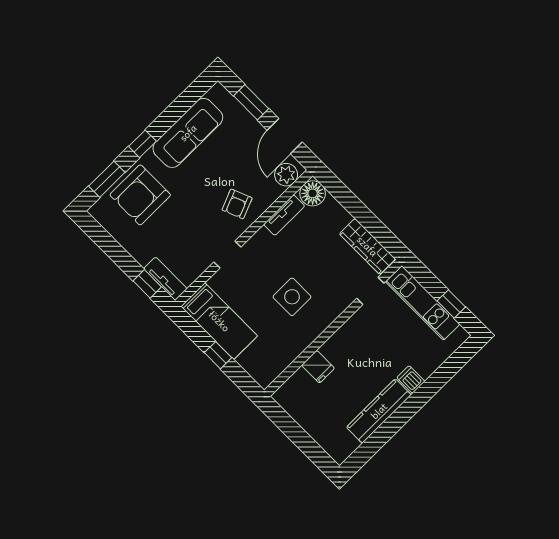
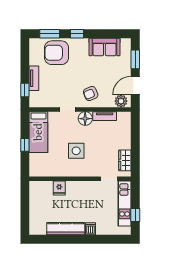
sofa: (188, 133) -> (104, 47), width x0.73
floor lamp: (313, 193) -> (85, 119), moved
wardrobe: (367, 246) -> (125, 160), width x0.67
tv unit: (165, 279) -> (34, 78), moved

